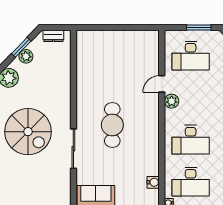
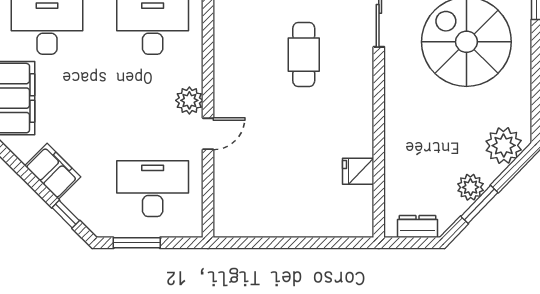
fridge: (84, 65) -> (358, 171), added
cafe table: (112, 125) -> (304, 55), width x0.73, depth x0.74

